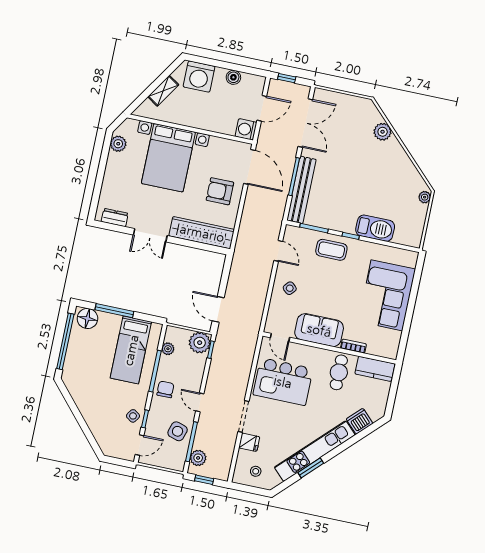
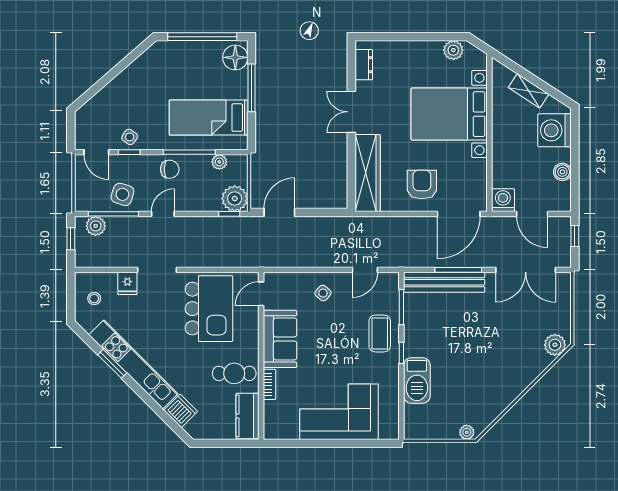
plant: (383, 132) -> (555, 345), moved
kitchen island: (283, 382) -> (209, 309), turned 180

